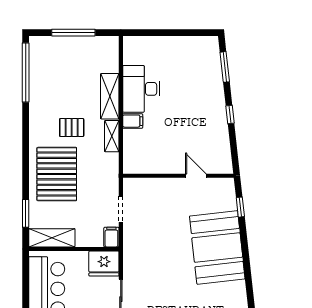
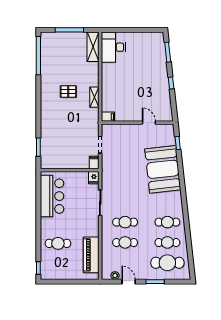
desk: (141, 89) -> (113, 47), moved
shelving: (110, 96) -> (93, 47), moved
filing cabinet: (133, 121) -> (108, 117), moved
pallet: (57, 174) -> (59, 122), removed
shelving: (52, 238) -> (55, 163), removed
fridge: (104, 264) -> (94, 178), width x0.53, depth x0.75

